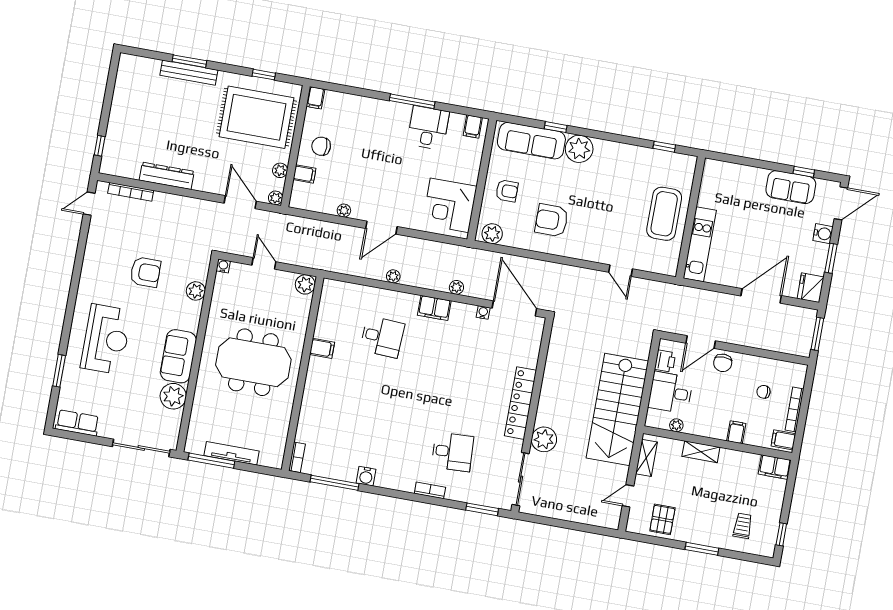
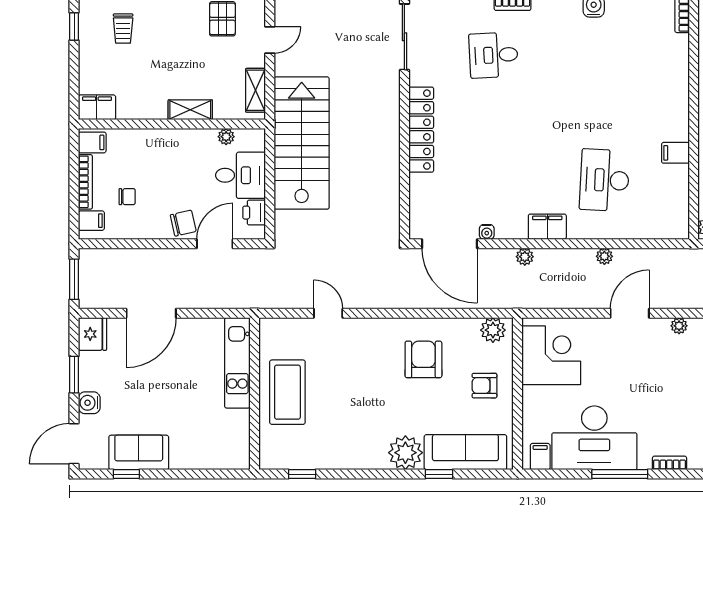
bookcase: (371, 103) -> (669, 463), added
desk: (428, 128) -> (594, 438), width x1.87, depth x1.30
armchair: (552, 220) -> (423, 359), turned -90
desk: (382, 337) -> (605, 180), width x1.37
chair: (723, 363) -> (183, 223), turned 77
filing cabinet: (736, 432) -> (91, 221), moved, turned -90
plant: (544, 439) -> (385, 90), removed

